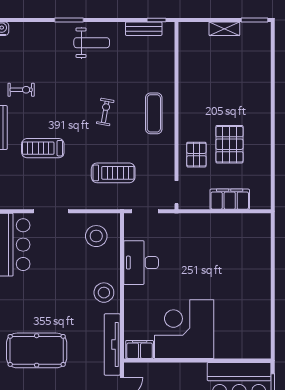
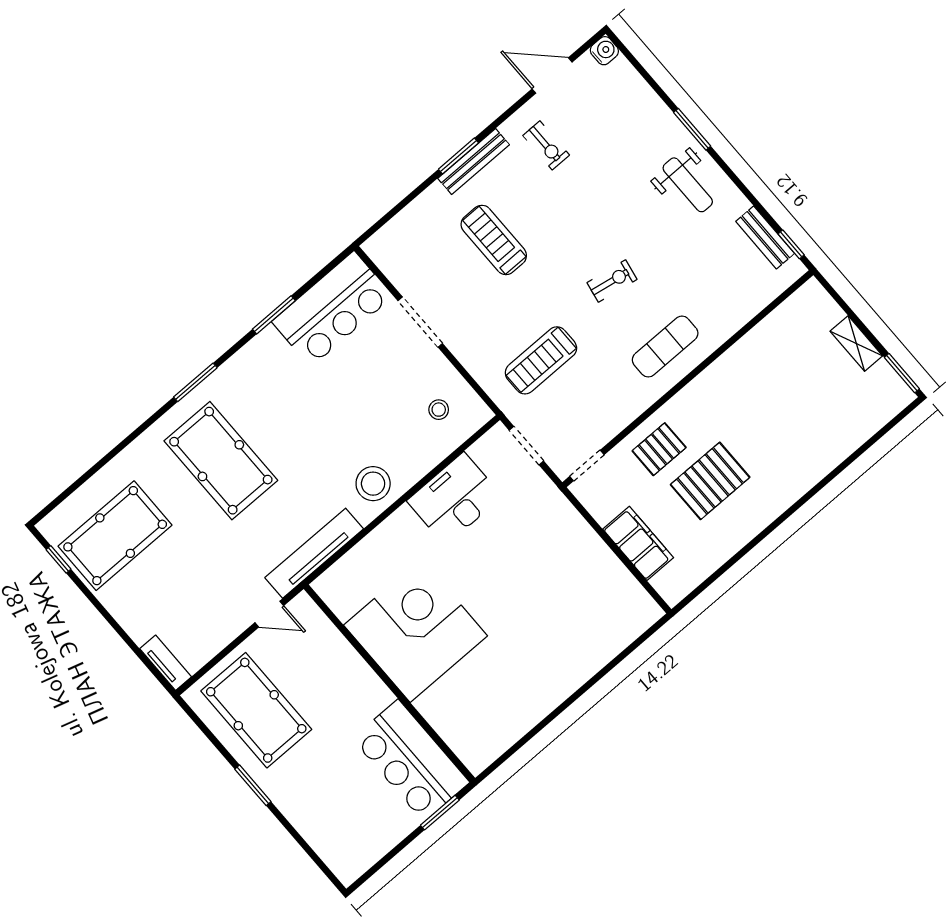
treadmill: (113, 173) -> (541, 360), turned 90
stool: (96, 236) -> (439, 410), width x0.53, depth x0.53
filing cabinet: (140, 349) -> (338, 595), removed

